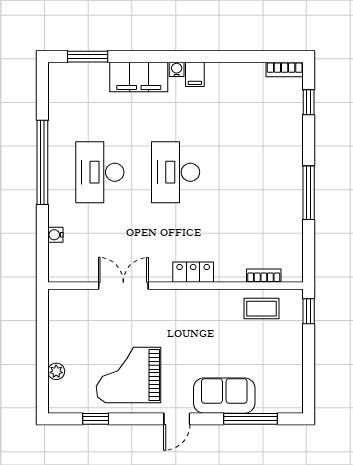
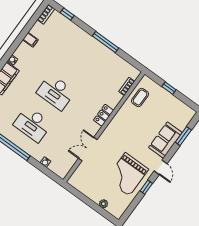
filing cabinet: (195, 74) -> (30, 40), moved
window: (309, 311) -> (169, 88), moved
window: (96, 419) -> (146, 187), moved
window: (250, 419) -> (183, 136), width x0.69

